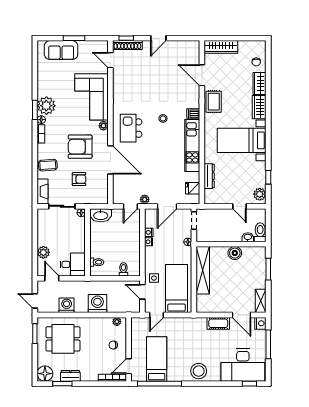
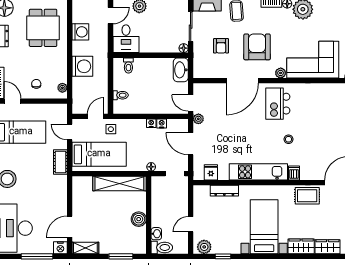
kitchen island: (131, 128) -> (278, 104), turned -90
cot: (218, 323) -> (60, 162), moved

